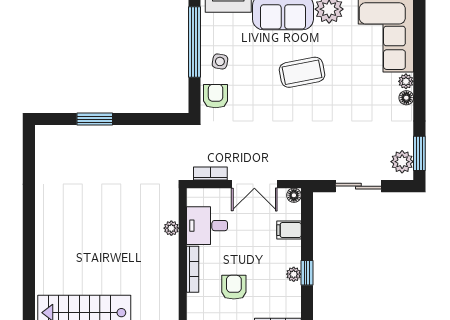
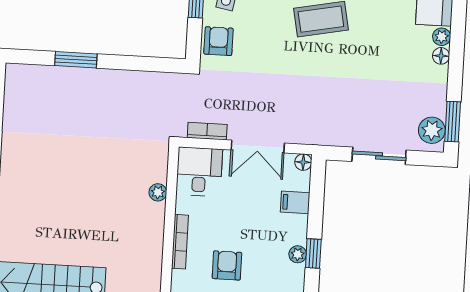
desk: (207, 226) -> (199, 172), moved, turned 90

